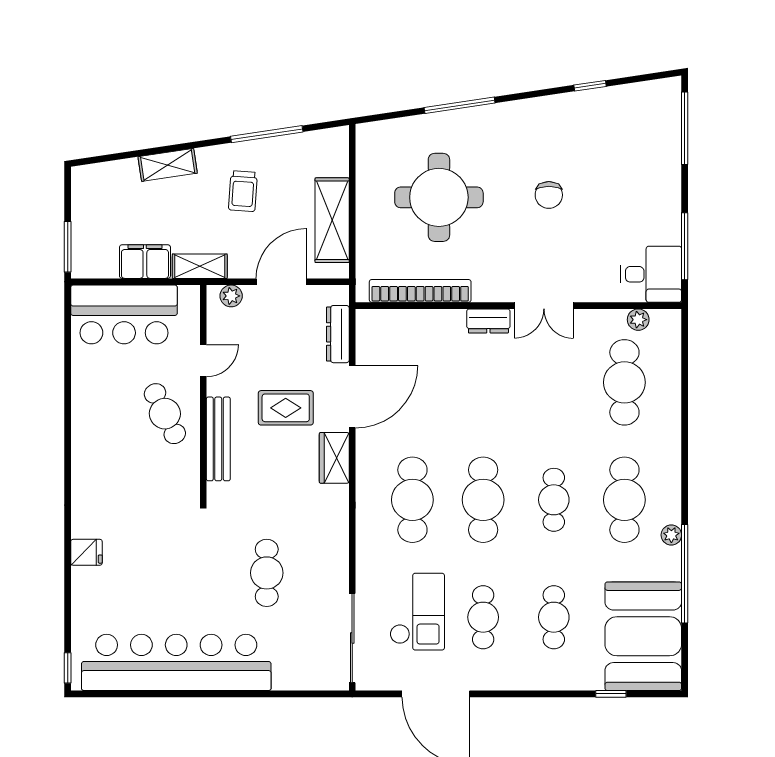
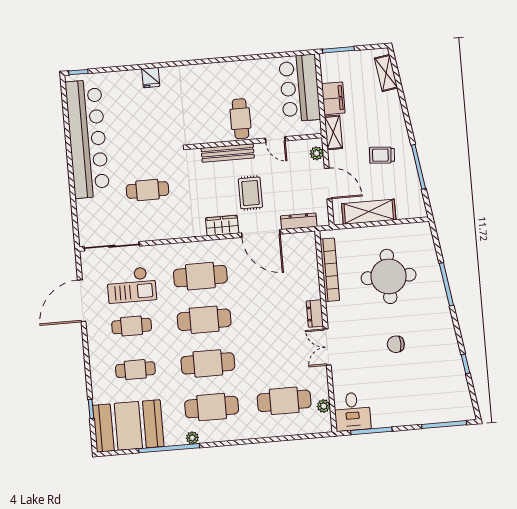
shelving: (168, 165) -> (386, 73), moved
cafe table: (165, 414) -> (240, 119), turned -64
cafe table: (554, 500) -> (208, 363), width x1.37, depth x1.35

